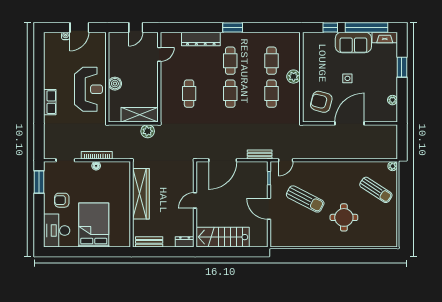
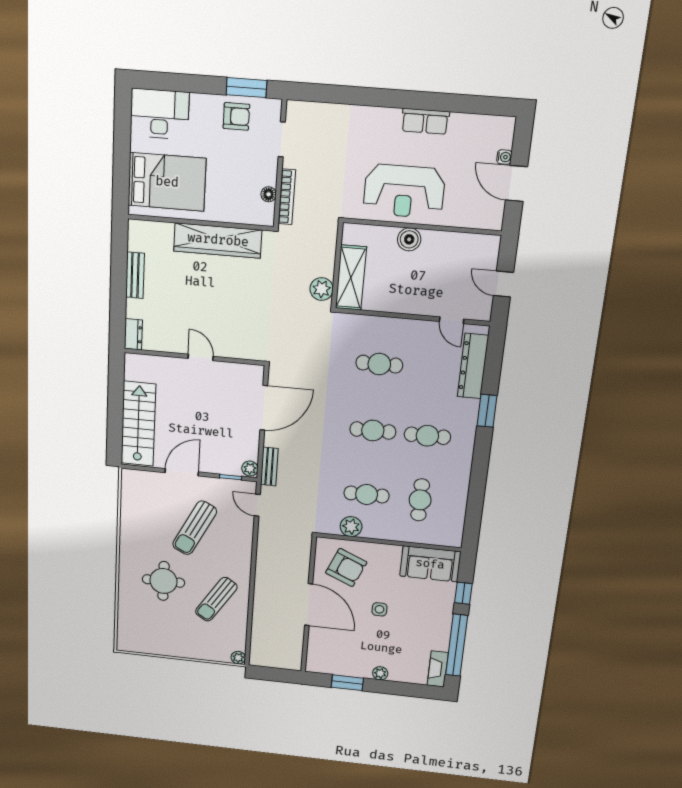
window: (233, 27) -> (487, 411), moved
dresser: (201, 39) -> (473, 366), moved
sofa: (353, 42) -> (430, 564), moved, turned -90
cafe table: (271, 61) -> (420, 500), turned 90
window: (402, 67) -> (347, 683), moved
plant: (294, 77) -> (351, 527), moved
plant: (392, 100) -> (380, 673), moved
row of seats: (50, 102) -> (425, 121), moved
armchair: (321, 102) -> (346, 568), turned 98
door: (223, 160) -> (264, 408), swing flipped
plant: (262, 166) -> (250, 469), added
sun lounger: (376, 190) -> (216, 599), moved
wardrobe: (141, 194) -> (218, 240), moved
armchair: (62, 200) -> (236, 116), moved, turned 90
wall: (131, 204) -> (201, 223), moved
stairs: (223, 237) -> (138, 424), moved

